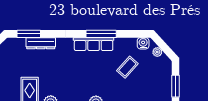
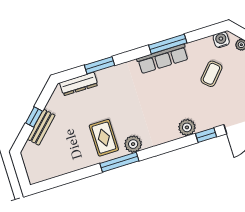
window: (29, 34) -> (99, 65), moved
dresser: (41, 43) -> (79, 84), moved

